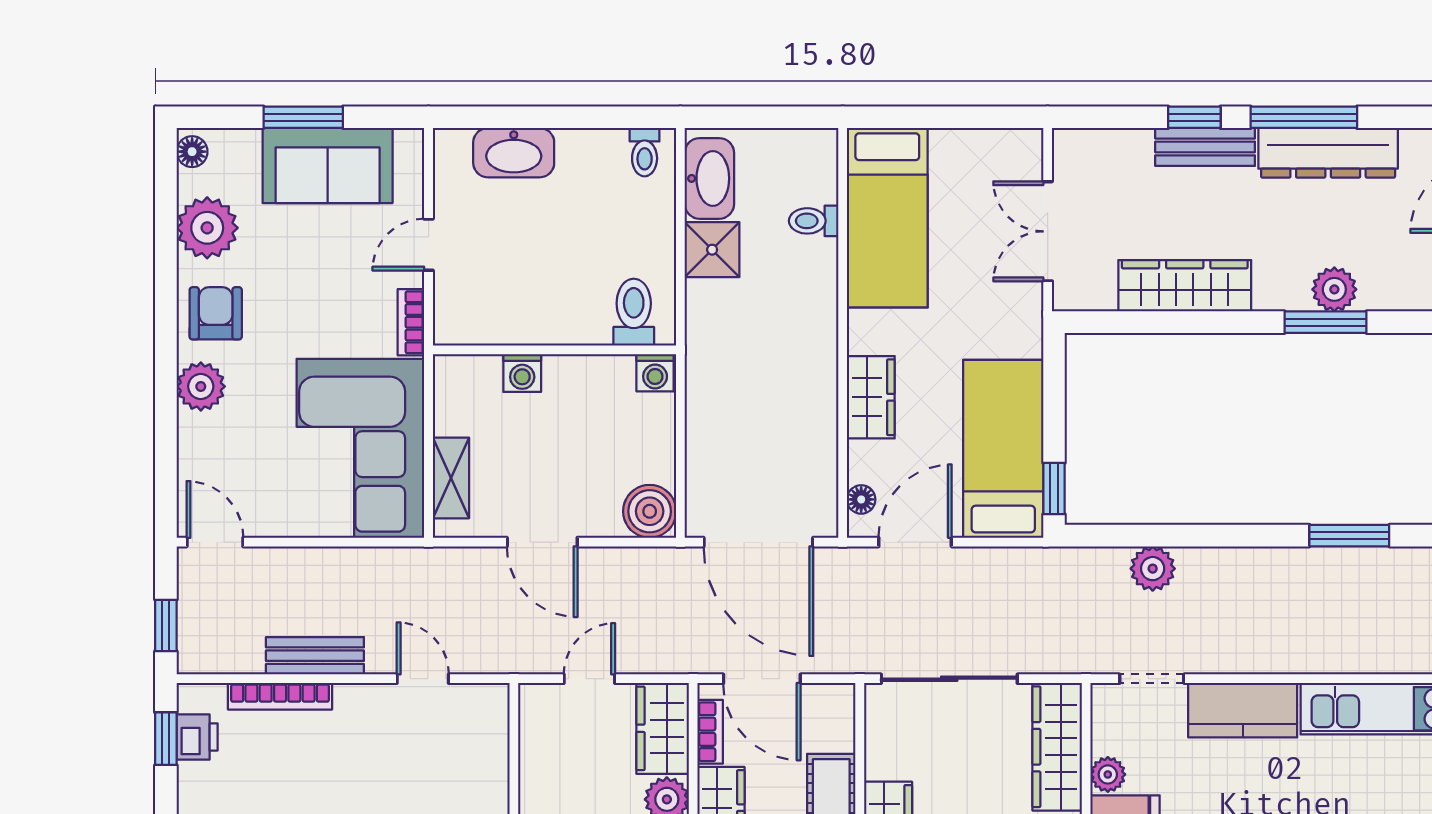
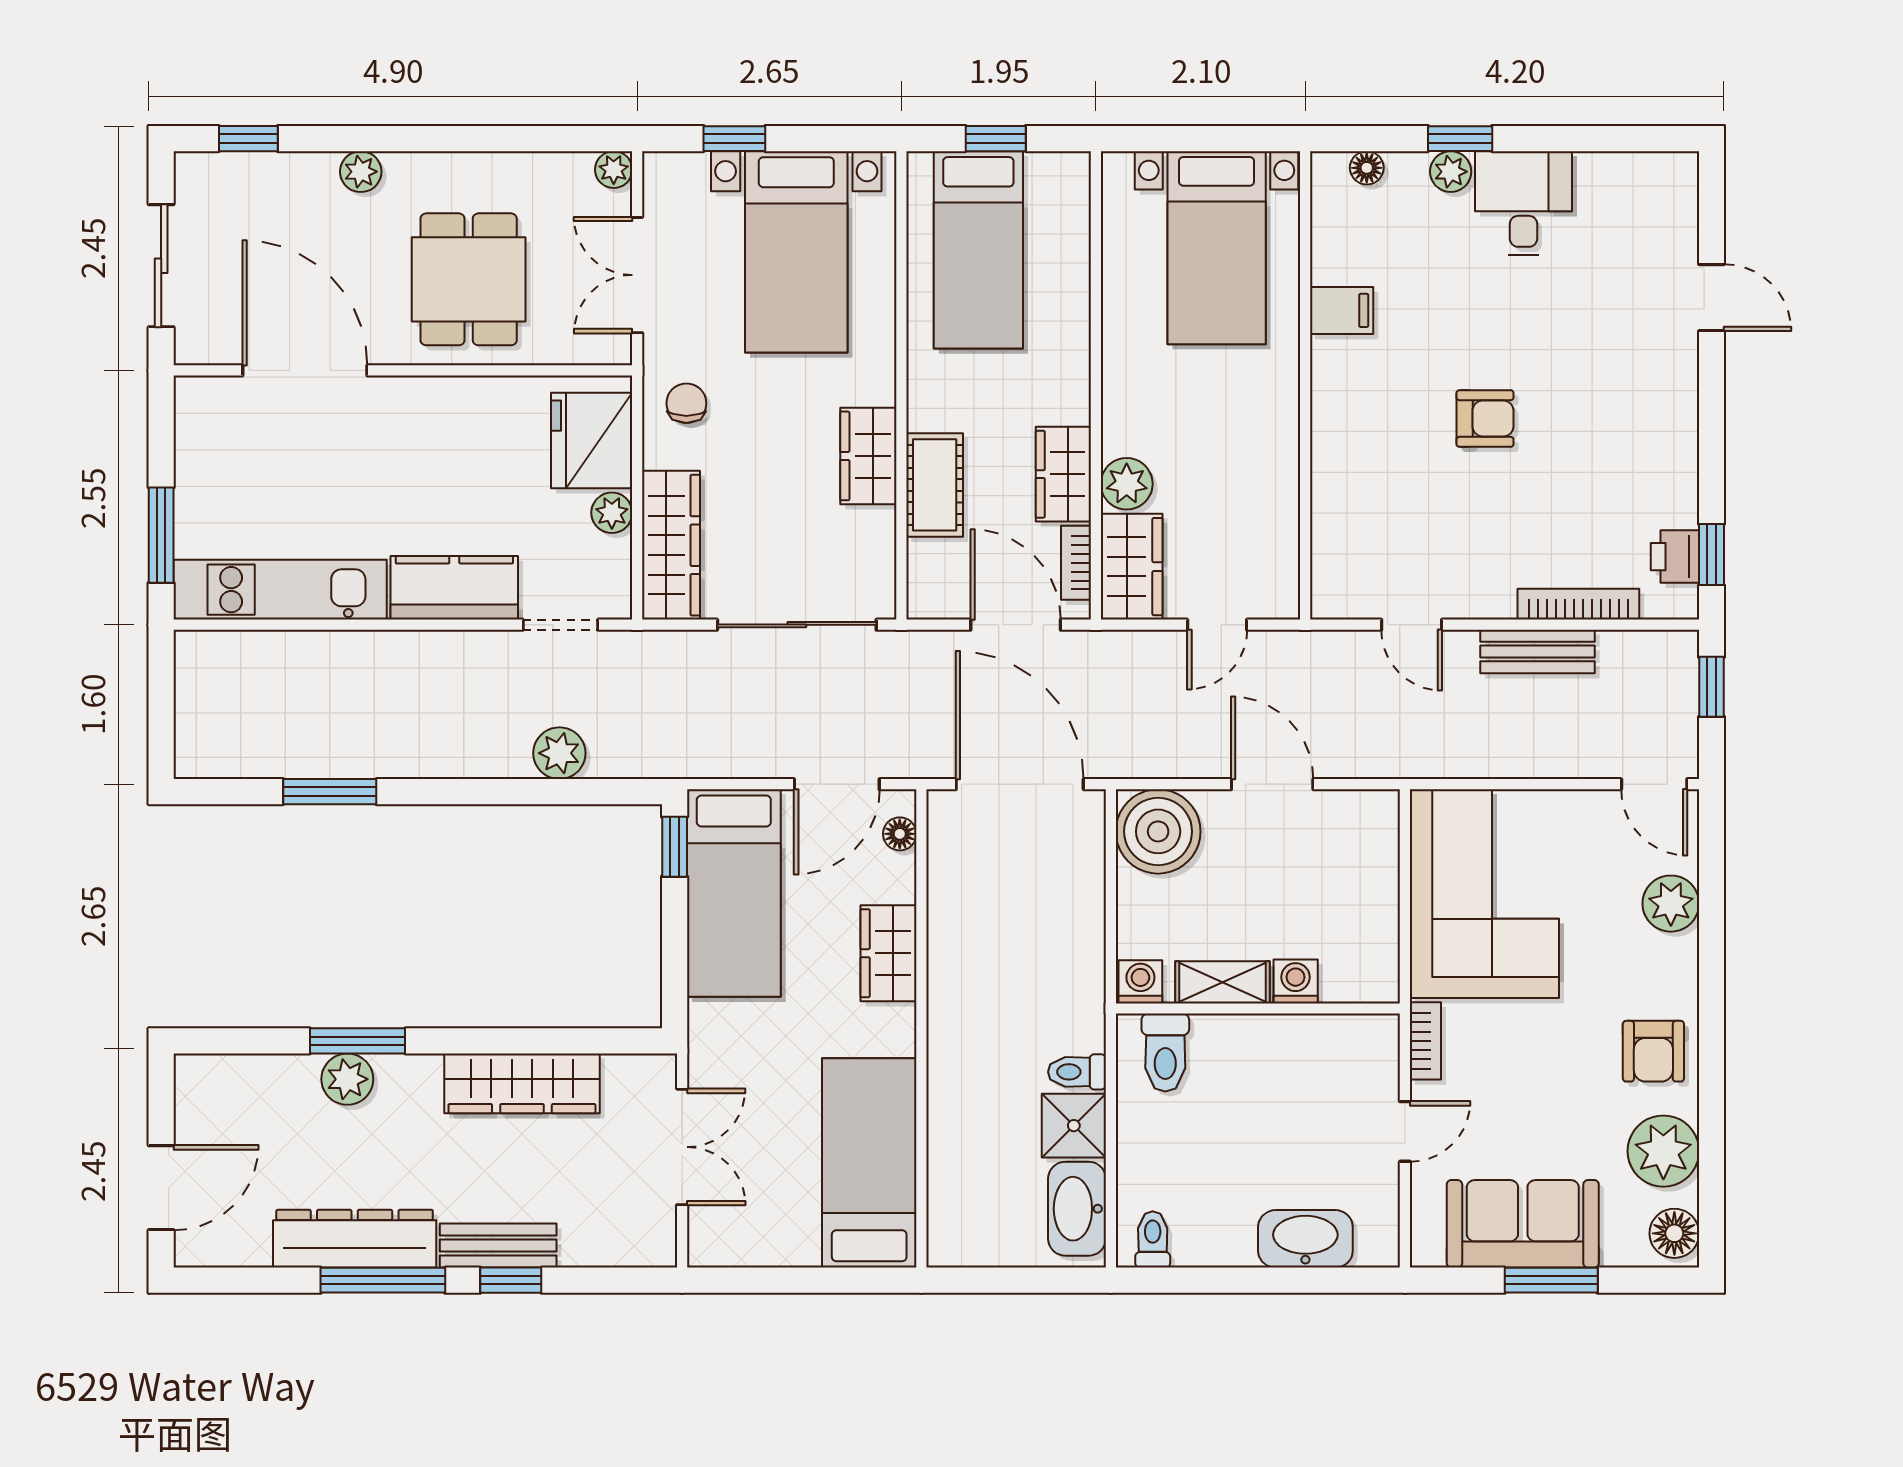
floor lamp: (192, 152) -> (1674, 1233), width x1.37, depth x1.37
toilet: (814, 221) -> (1077, 1072), moved, turned 180
plant: (201, 386) -> (1671, 904), moved
shelving: (451, 478) -> (1222, 982), moved, turned 90
boiler: (650, 511) -> (1158, 831), width x1.37, depth x1.37

